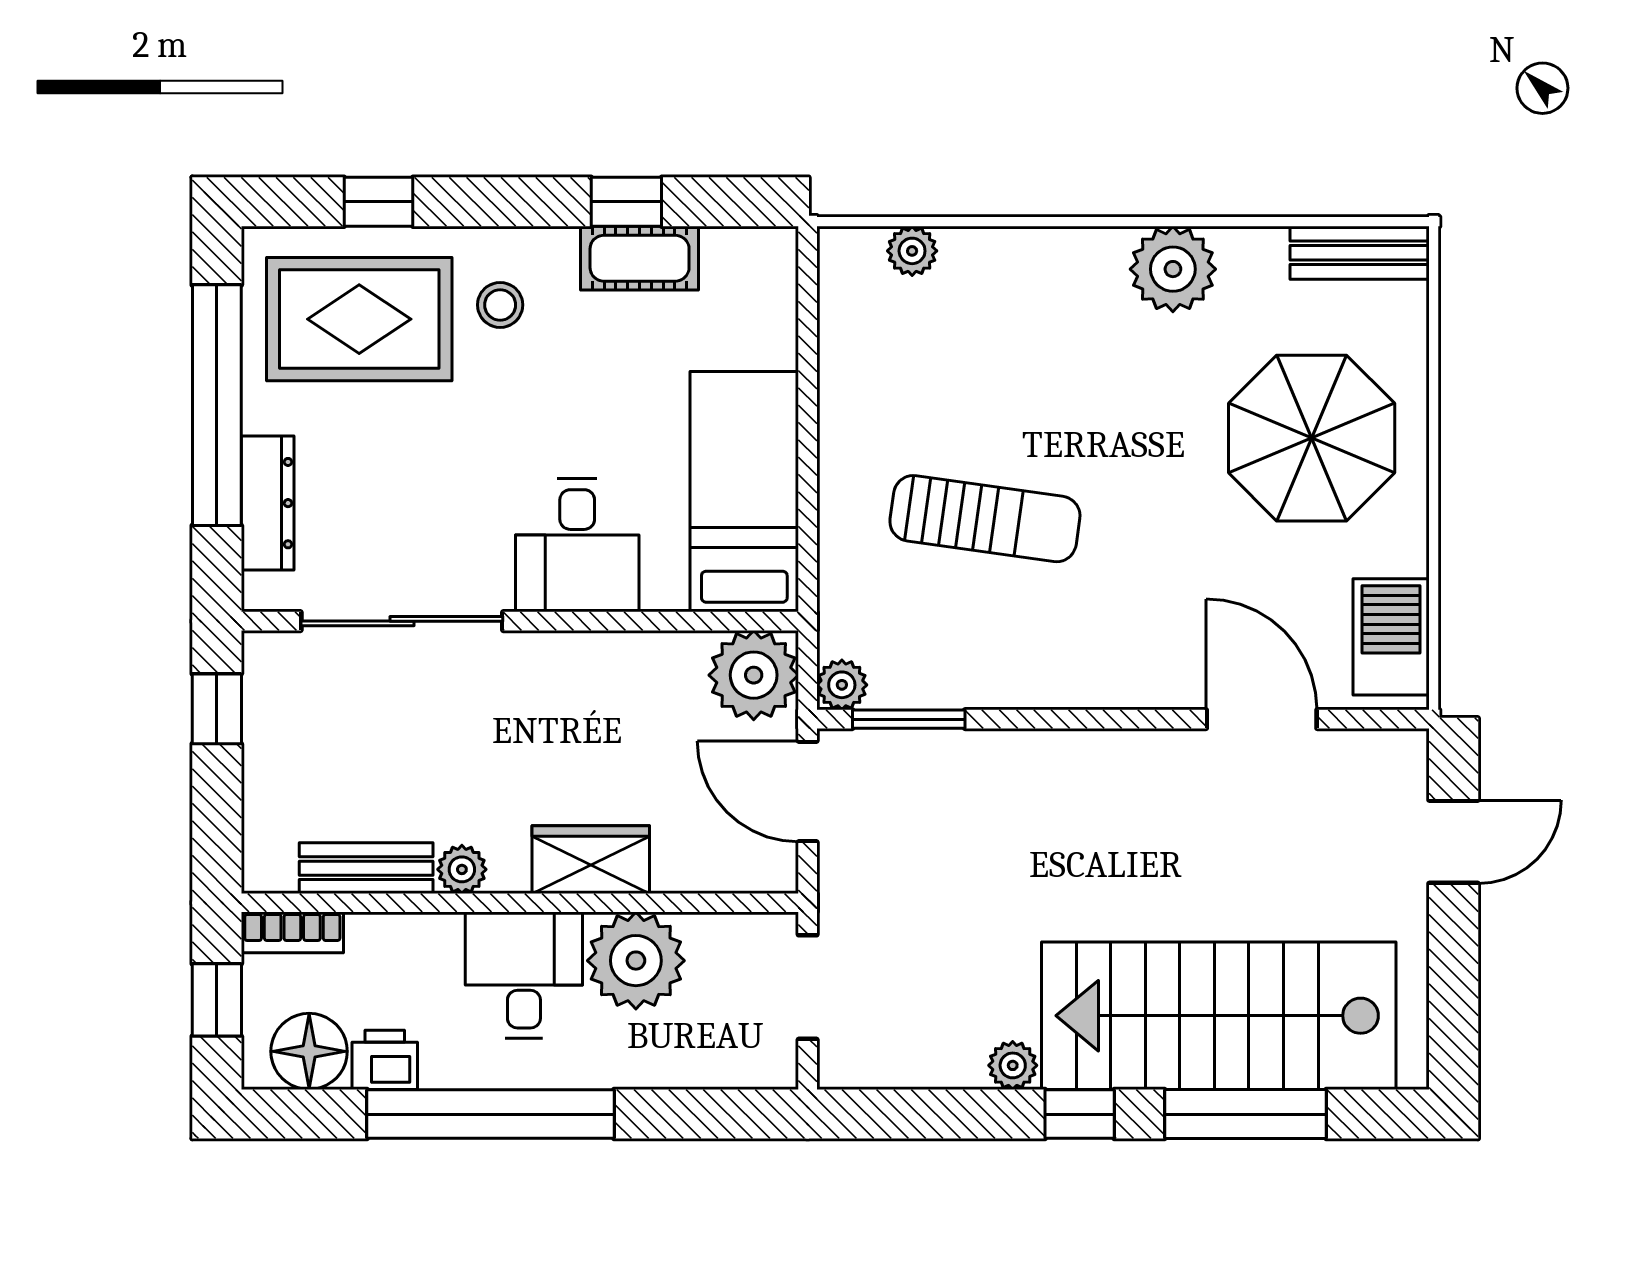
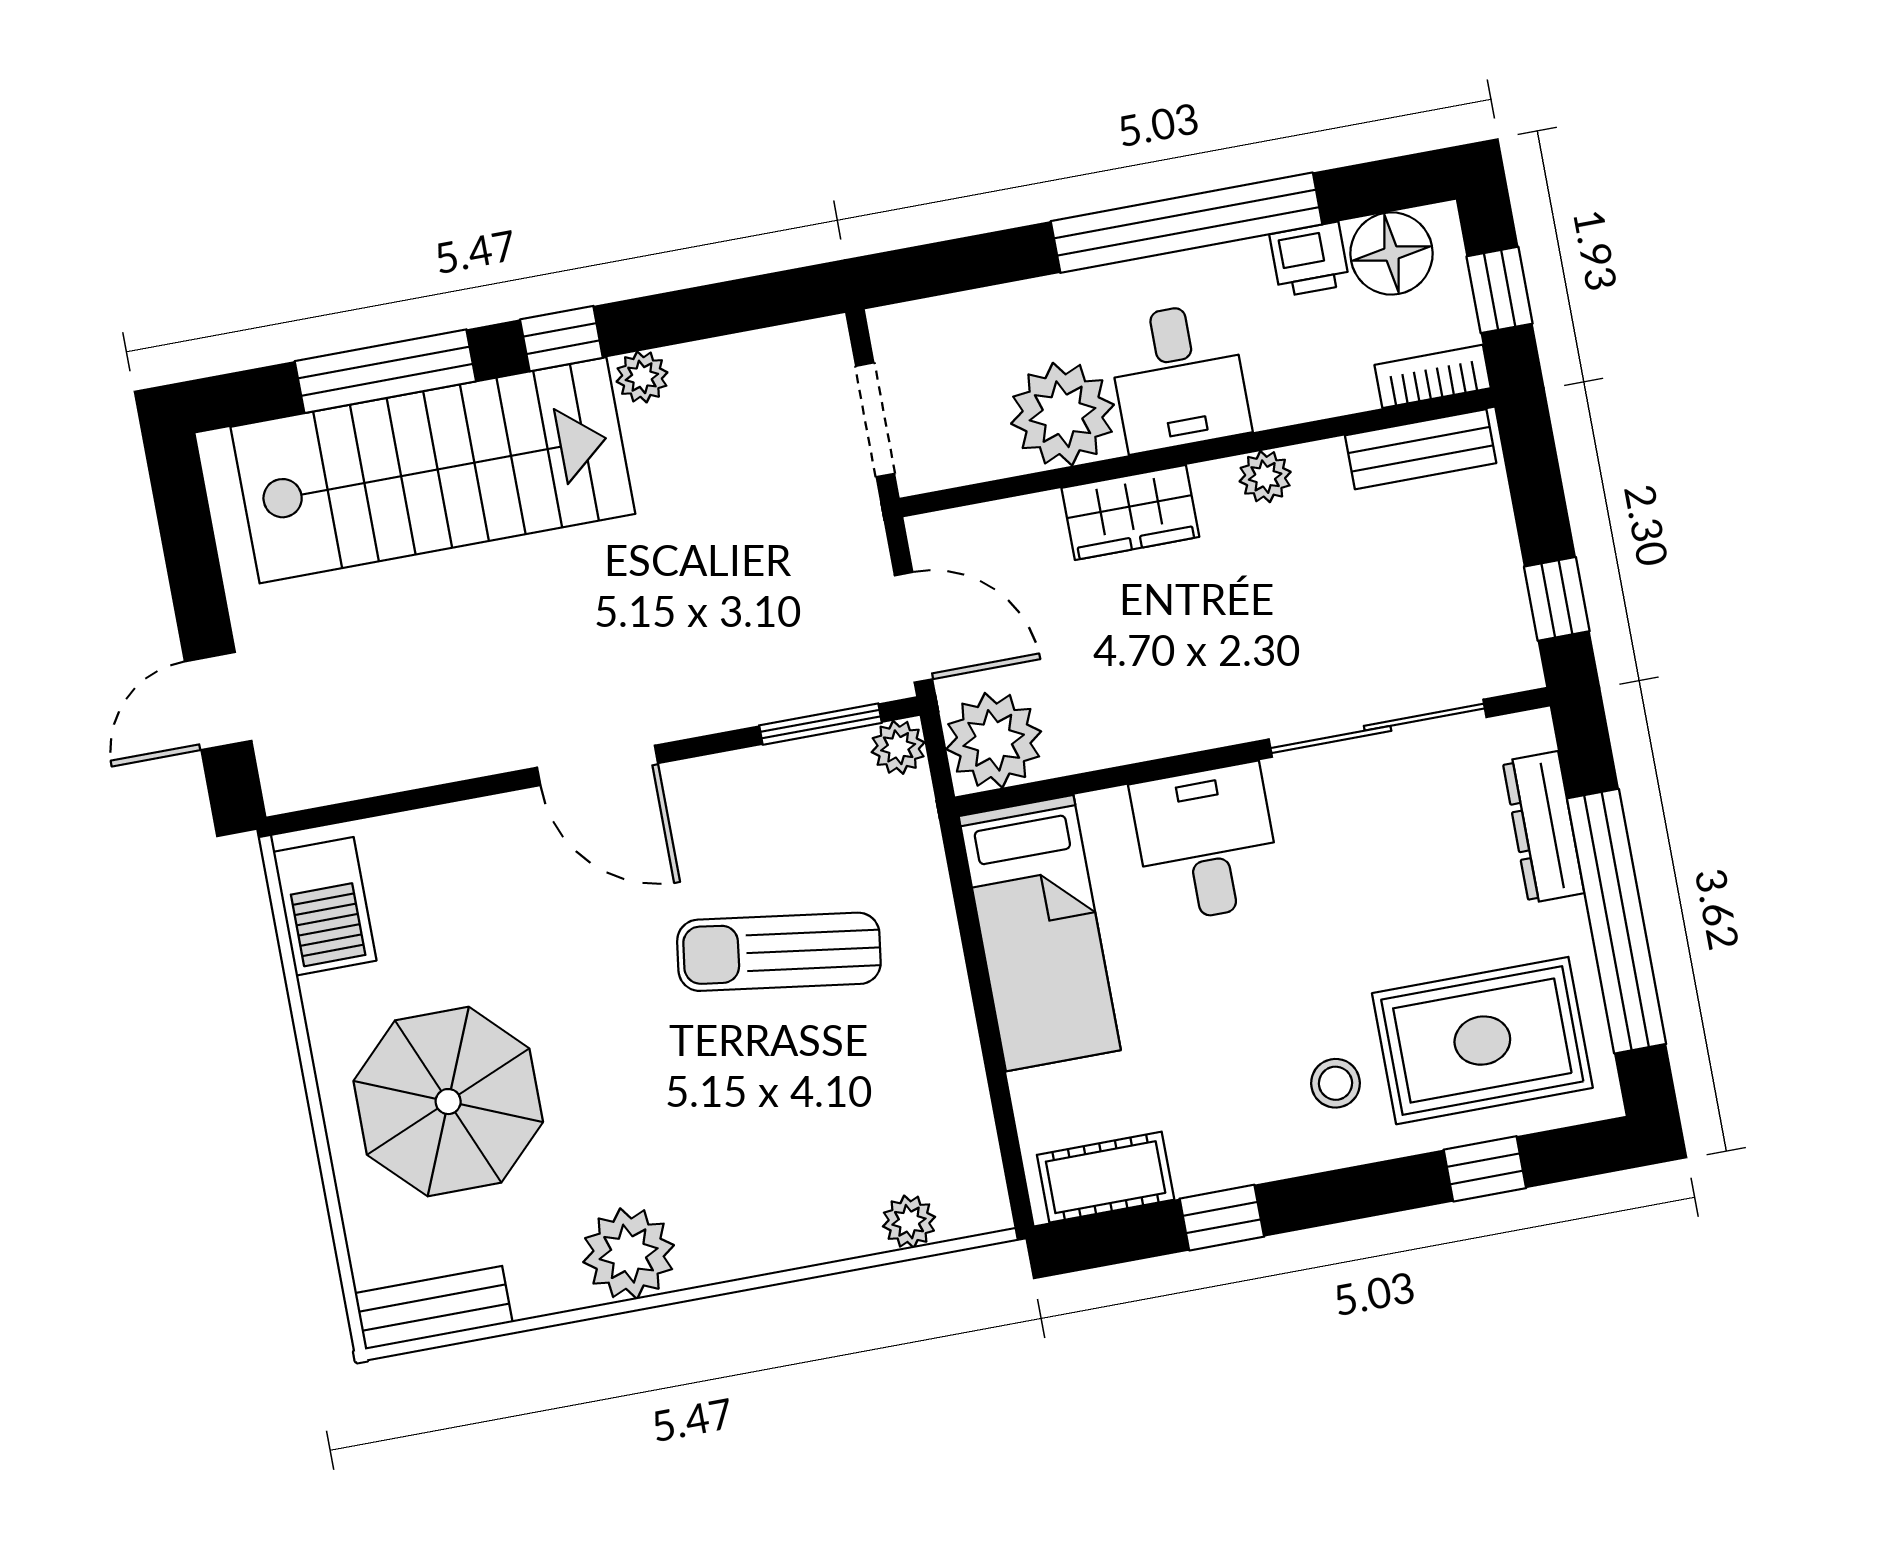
cot: (640, 258) -> (1106, 1177), moved
door: (1262, 719) -> (598, 765), moved
bench: (366, 868) -> (1421, 449), moved

